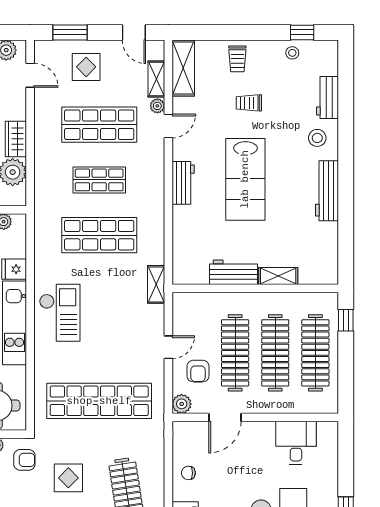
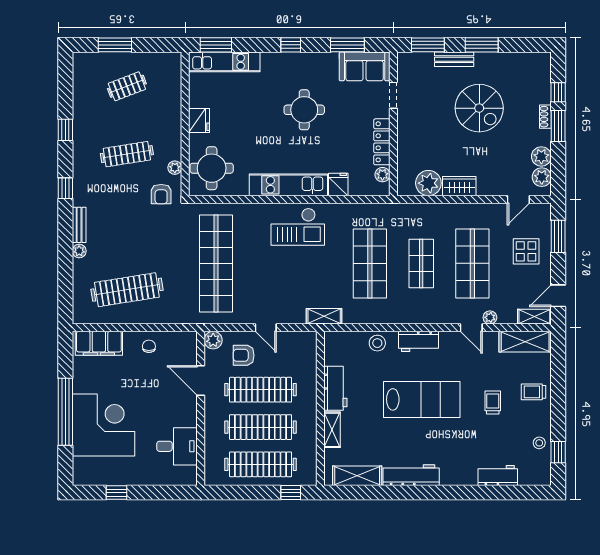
shelving: (156, 79) -> (534, 317), moved
stool: (317, 138) -> (377, 343), moved
lab bench: (245, 179) -> (422, 399), turned 180
shelving: (328, 249) -> (357, 476), added
display table: (68, 478) -> (144, 235), removed

